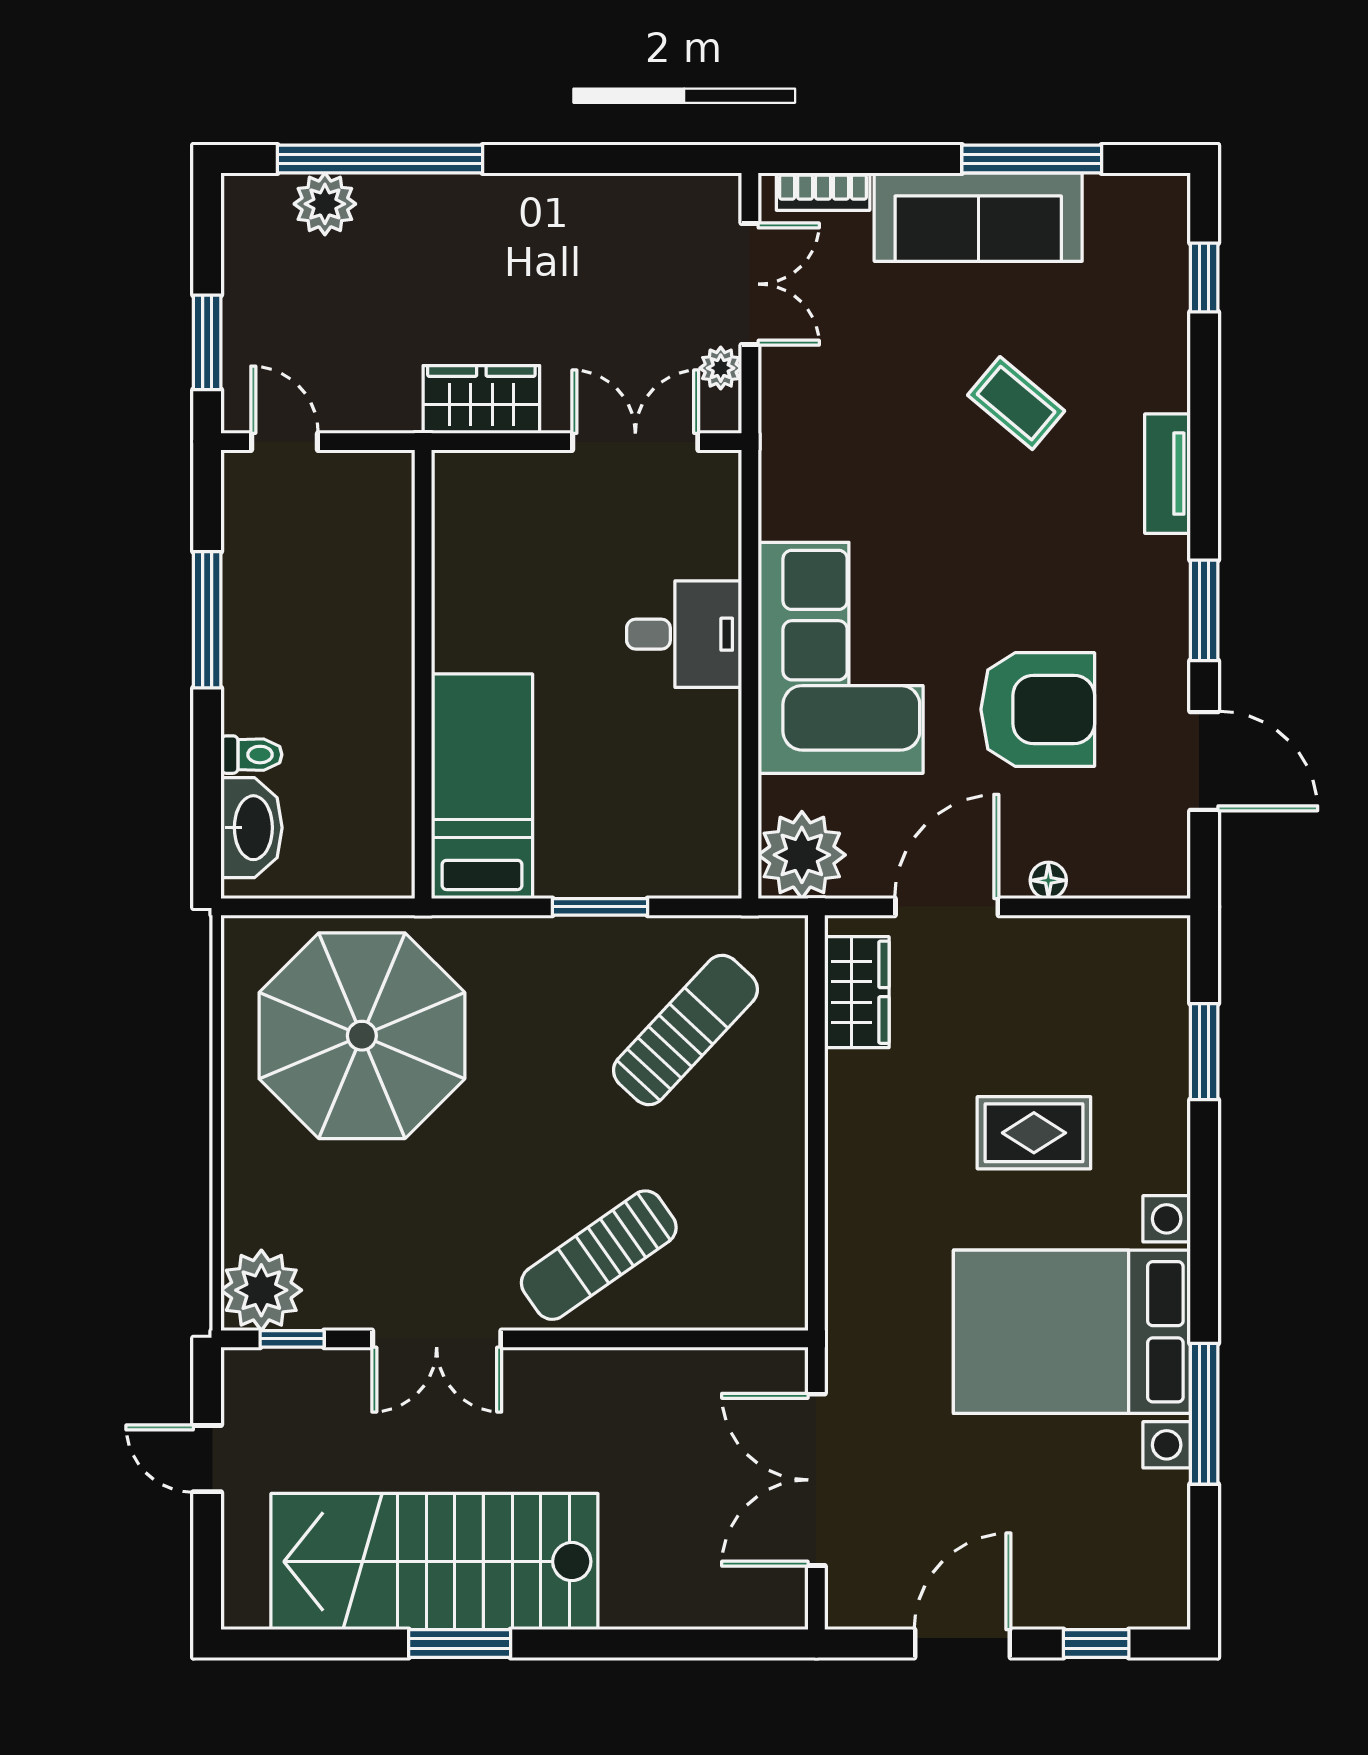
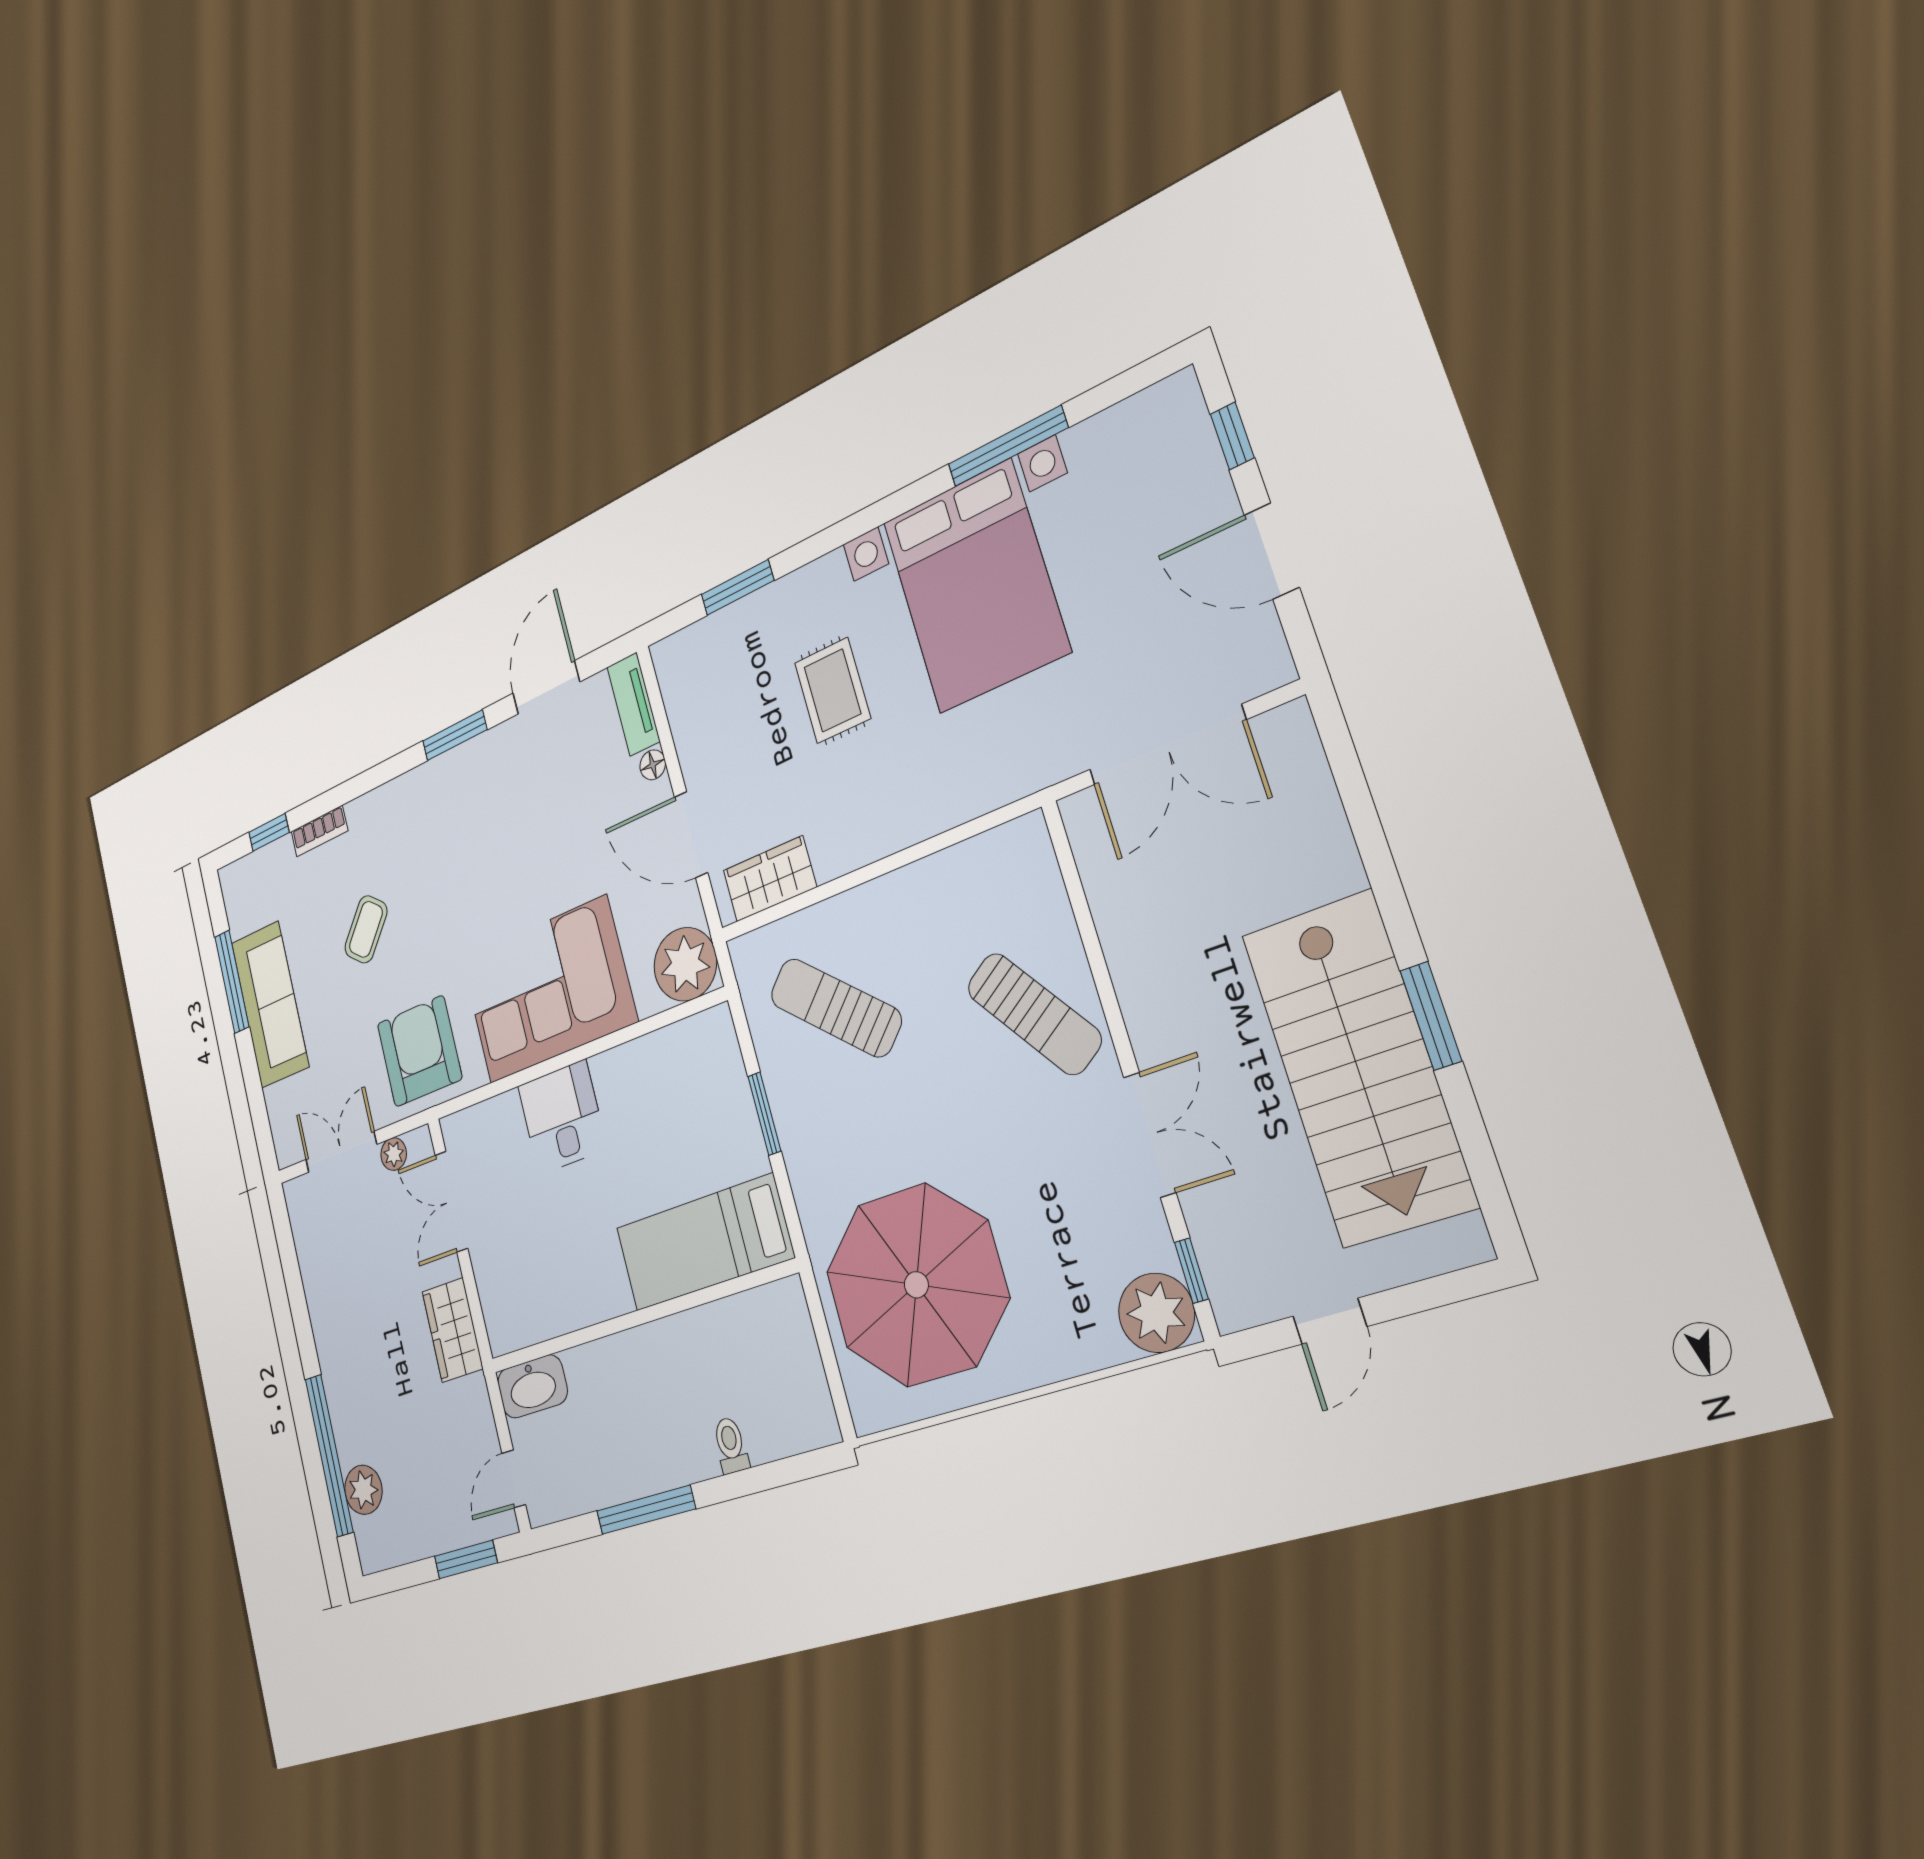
bookcase: (823, 192) -> (319, 831), moved, turned 90
tv unit: (1167, 474) -> (633, 704), moved, turned 90
armchair: (1038, 709) -> (419, 1051), moved
washbasin: (252, 828) -> (532, 1386), moved, turned 180

